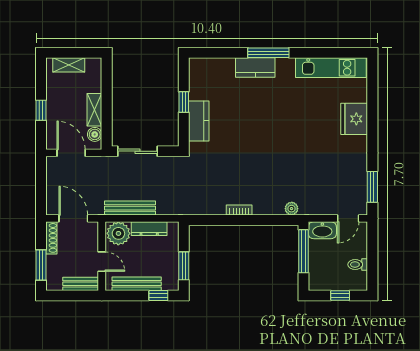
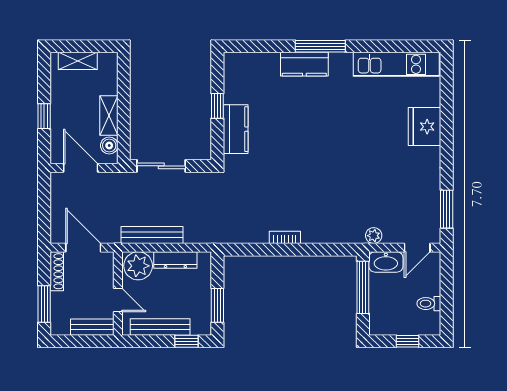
plant: (292, 209) -> (374, 236), moved

